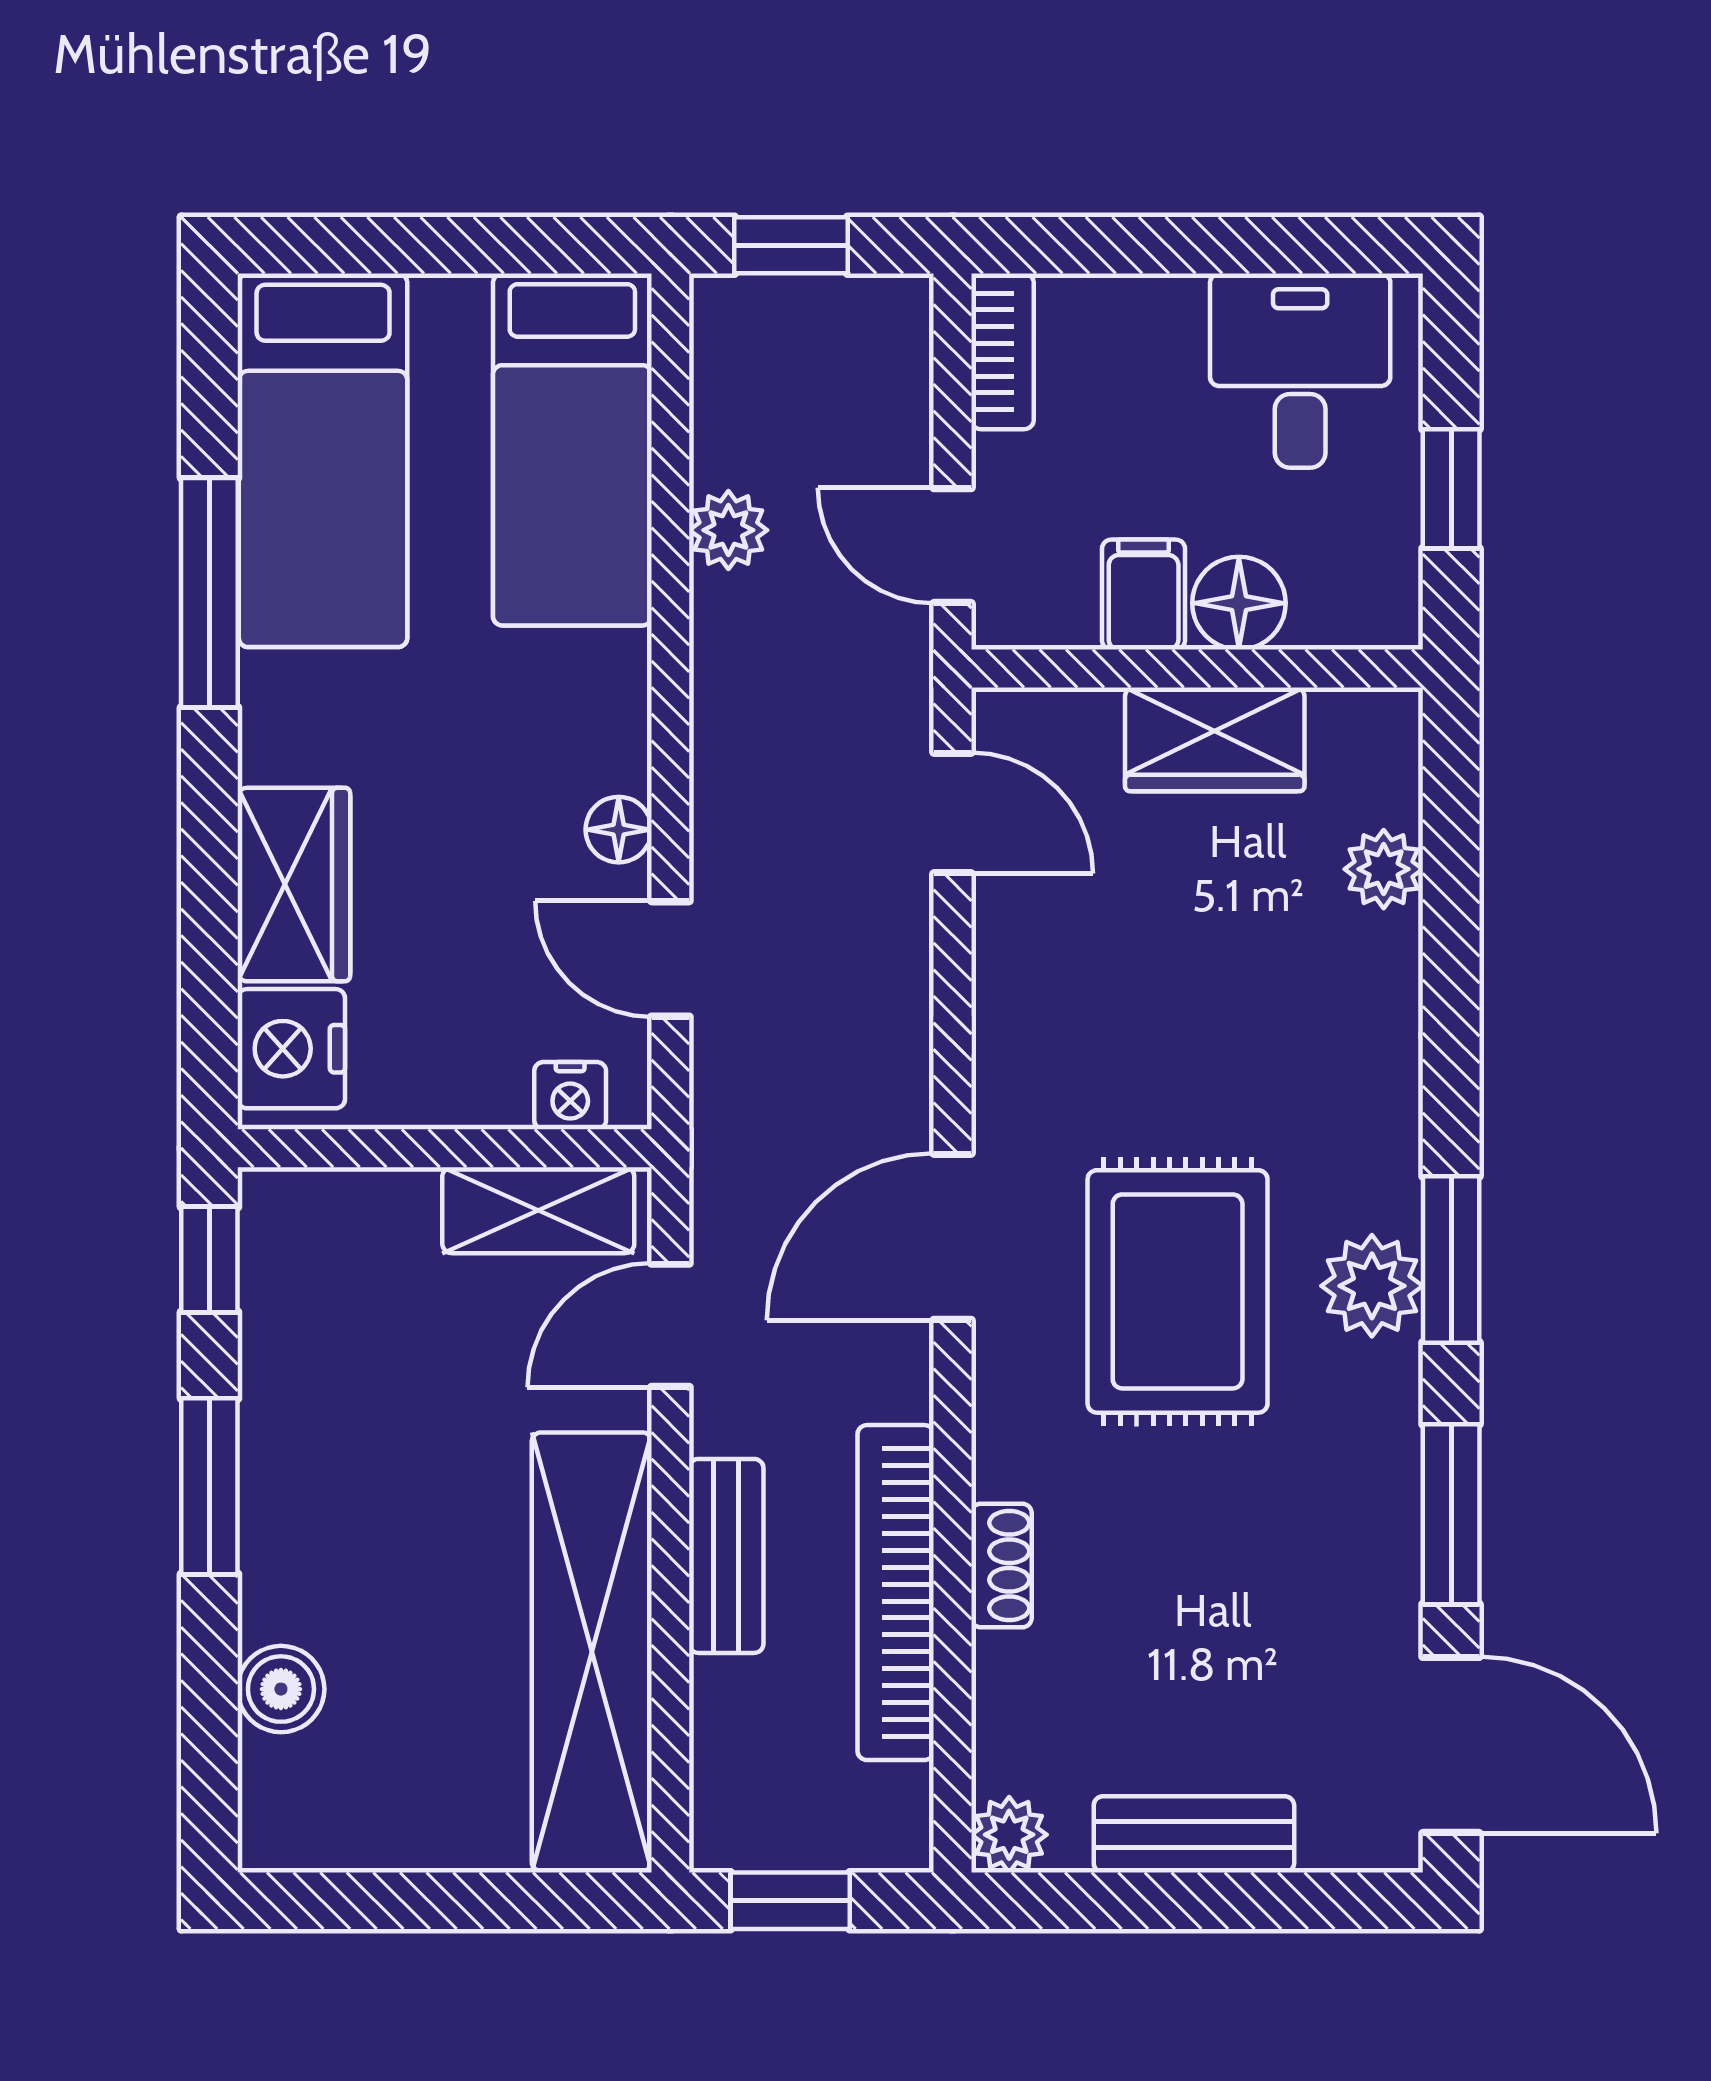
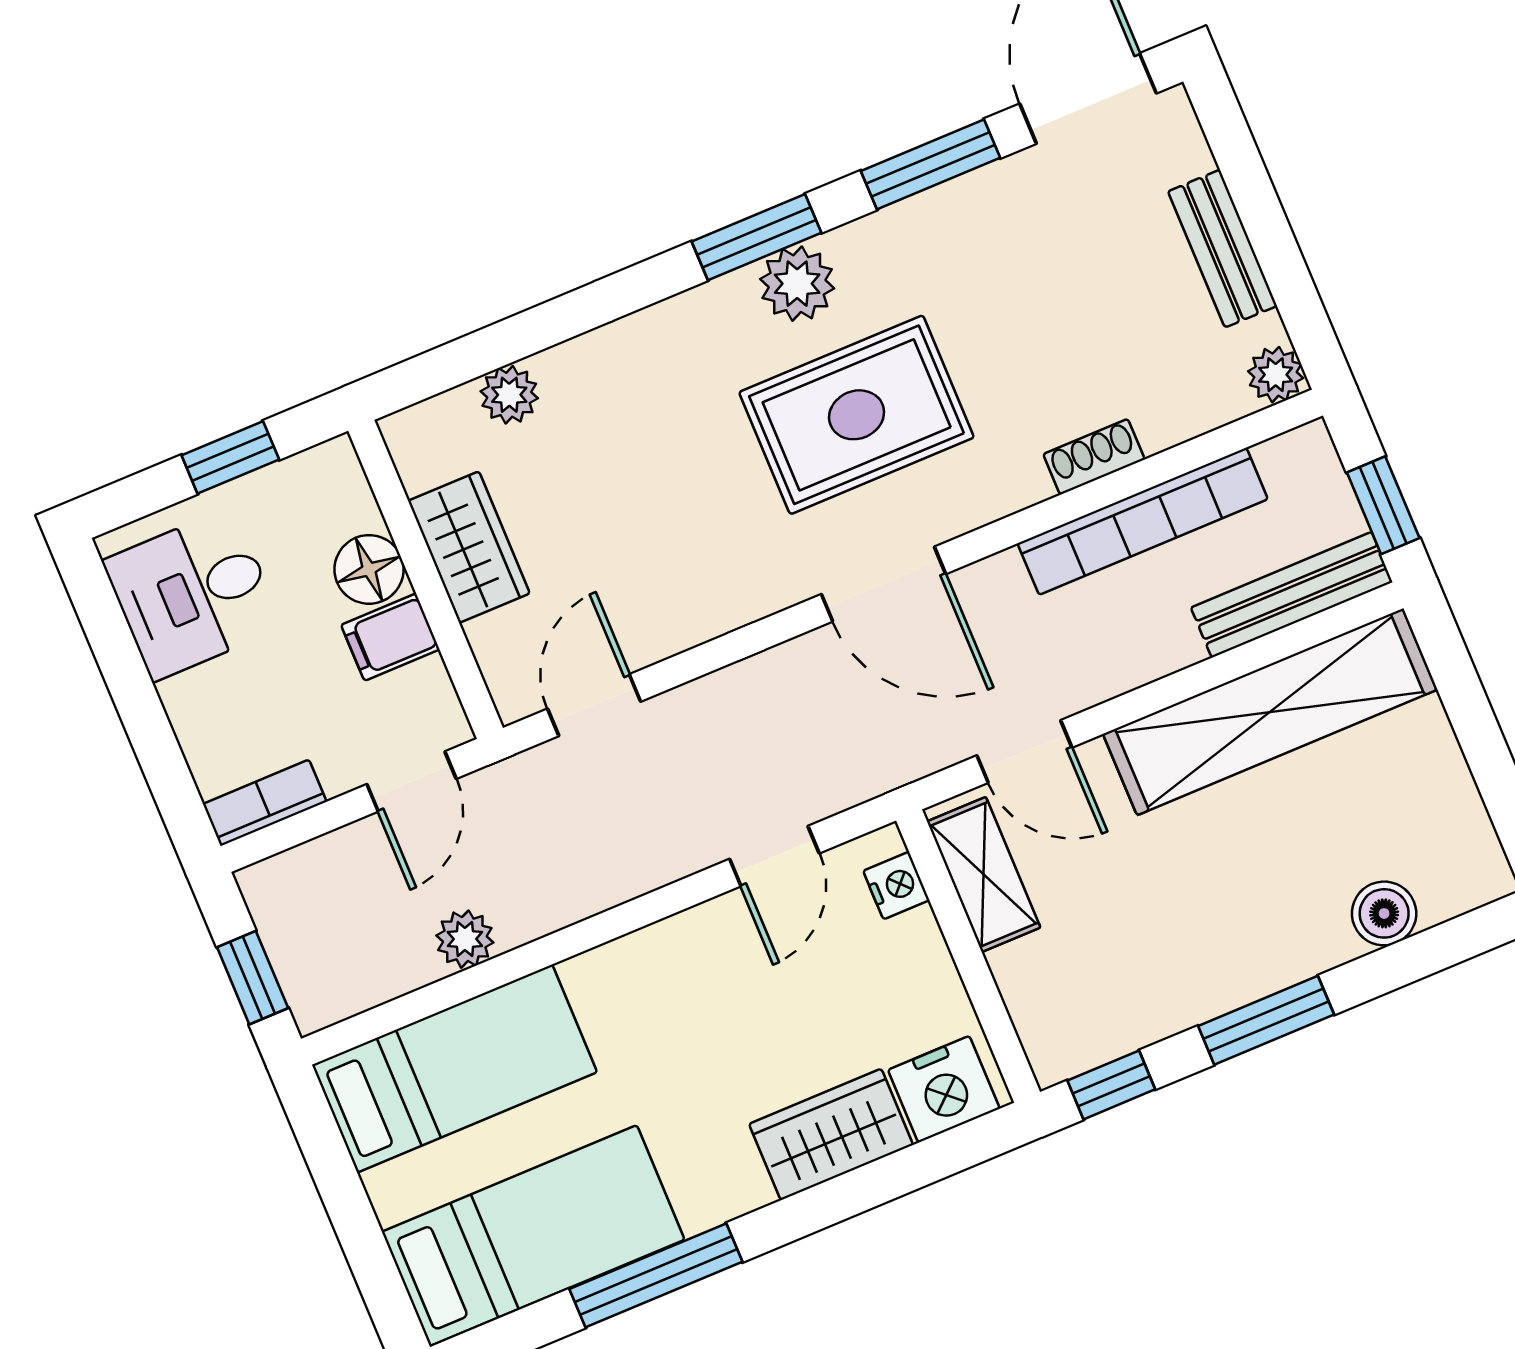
floor lamp: (619, 830) -> (701, 928), removed
bench: (726, 1556) -> (1292, 595), moved, width x1.36

